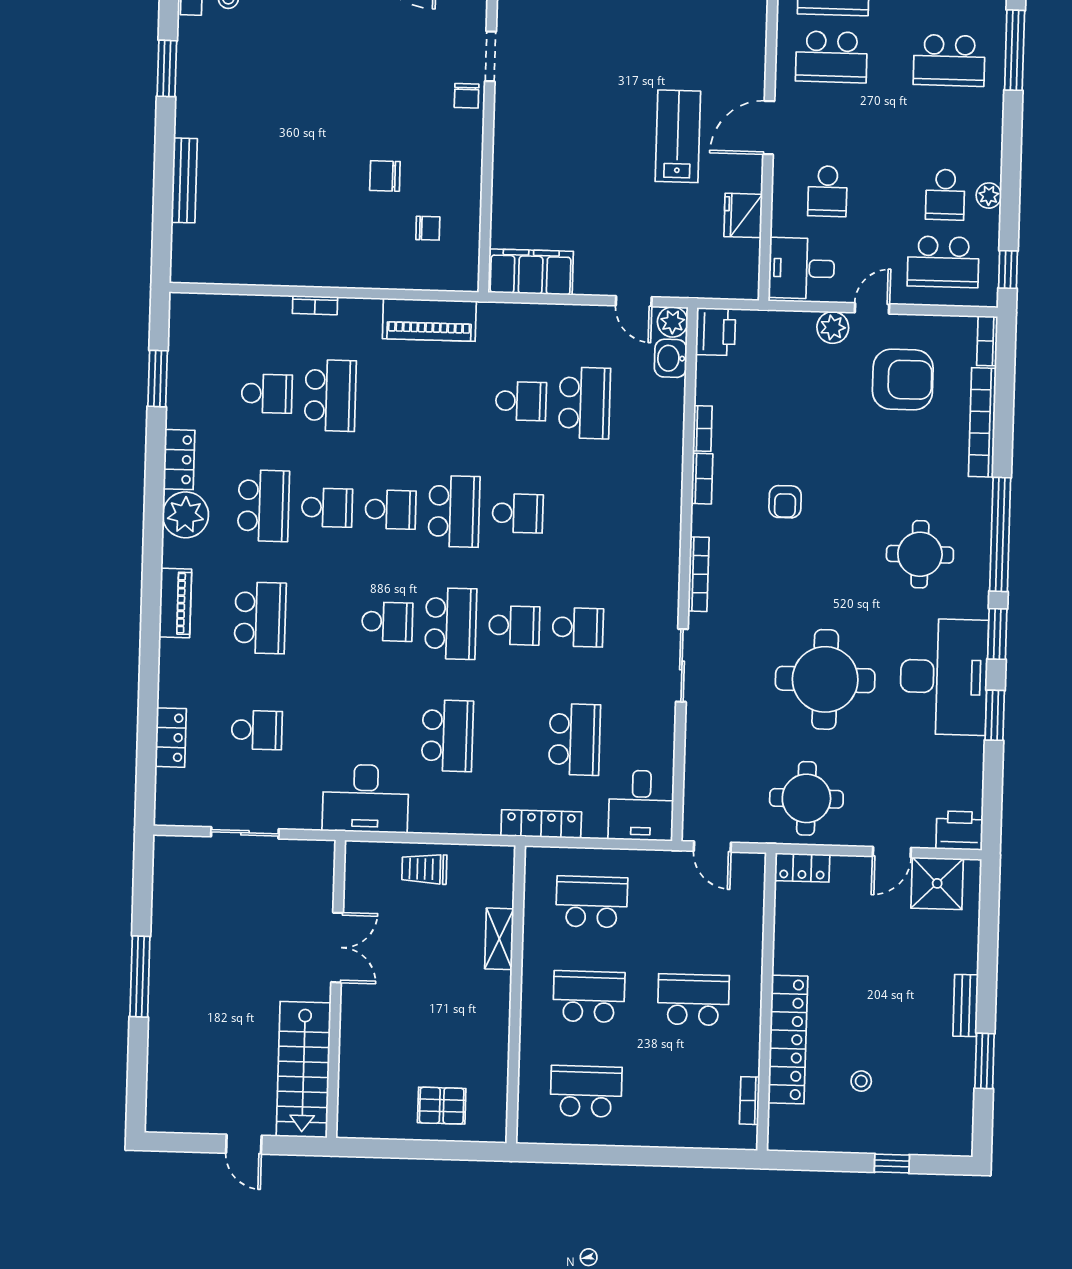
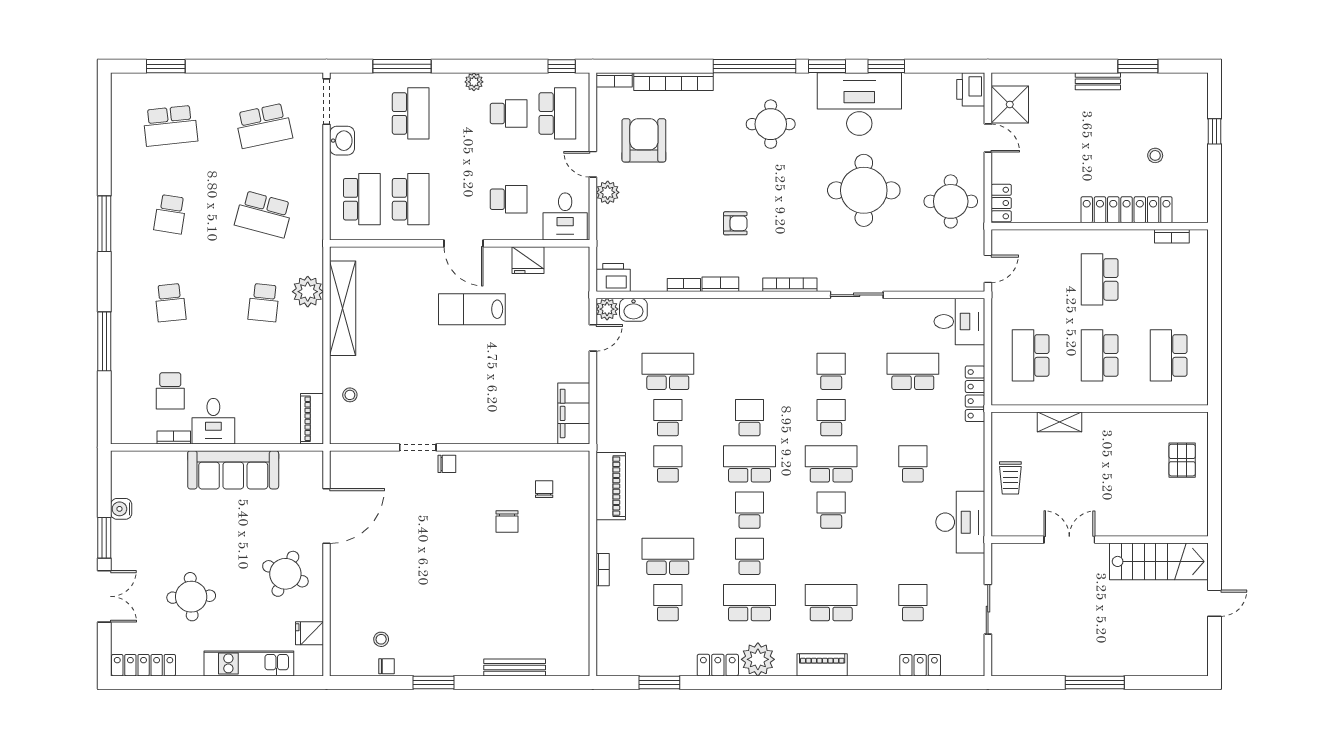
plant: (989, 196) -> (474, 82), moved
school desk: (457, 399) -> (668, 464), added
school desk: (447, 736) -> (913, 464), width x0.54

